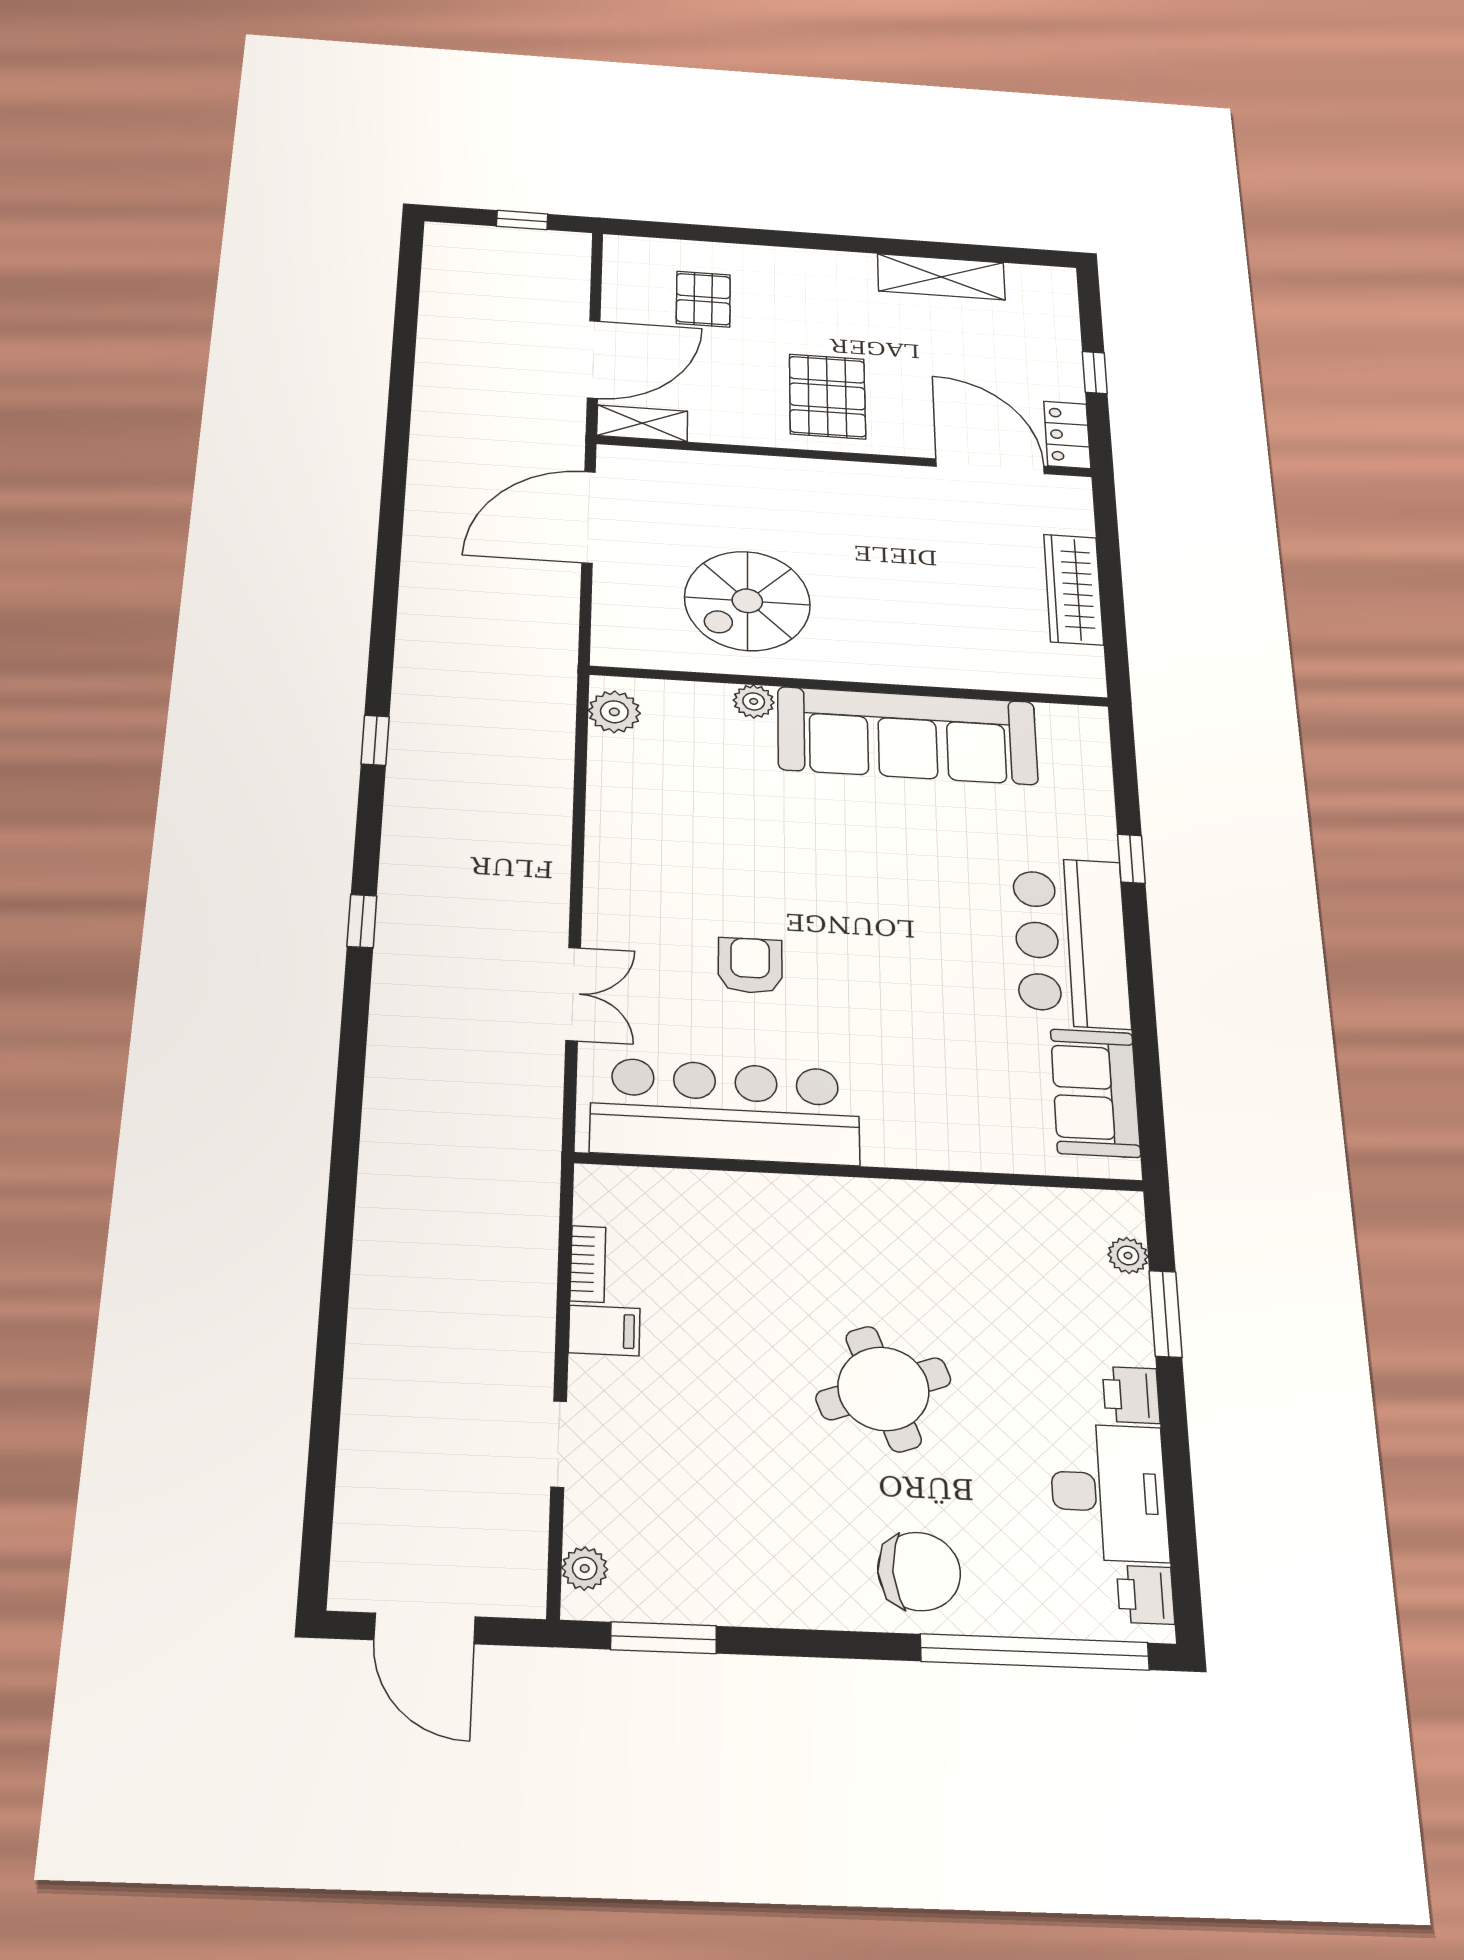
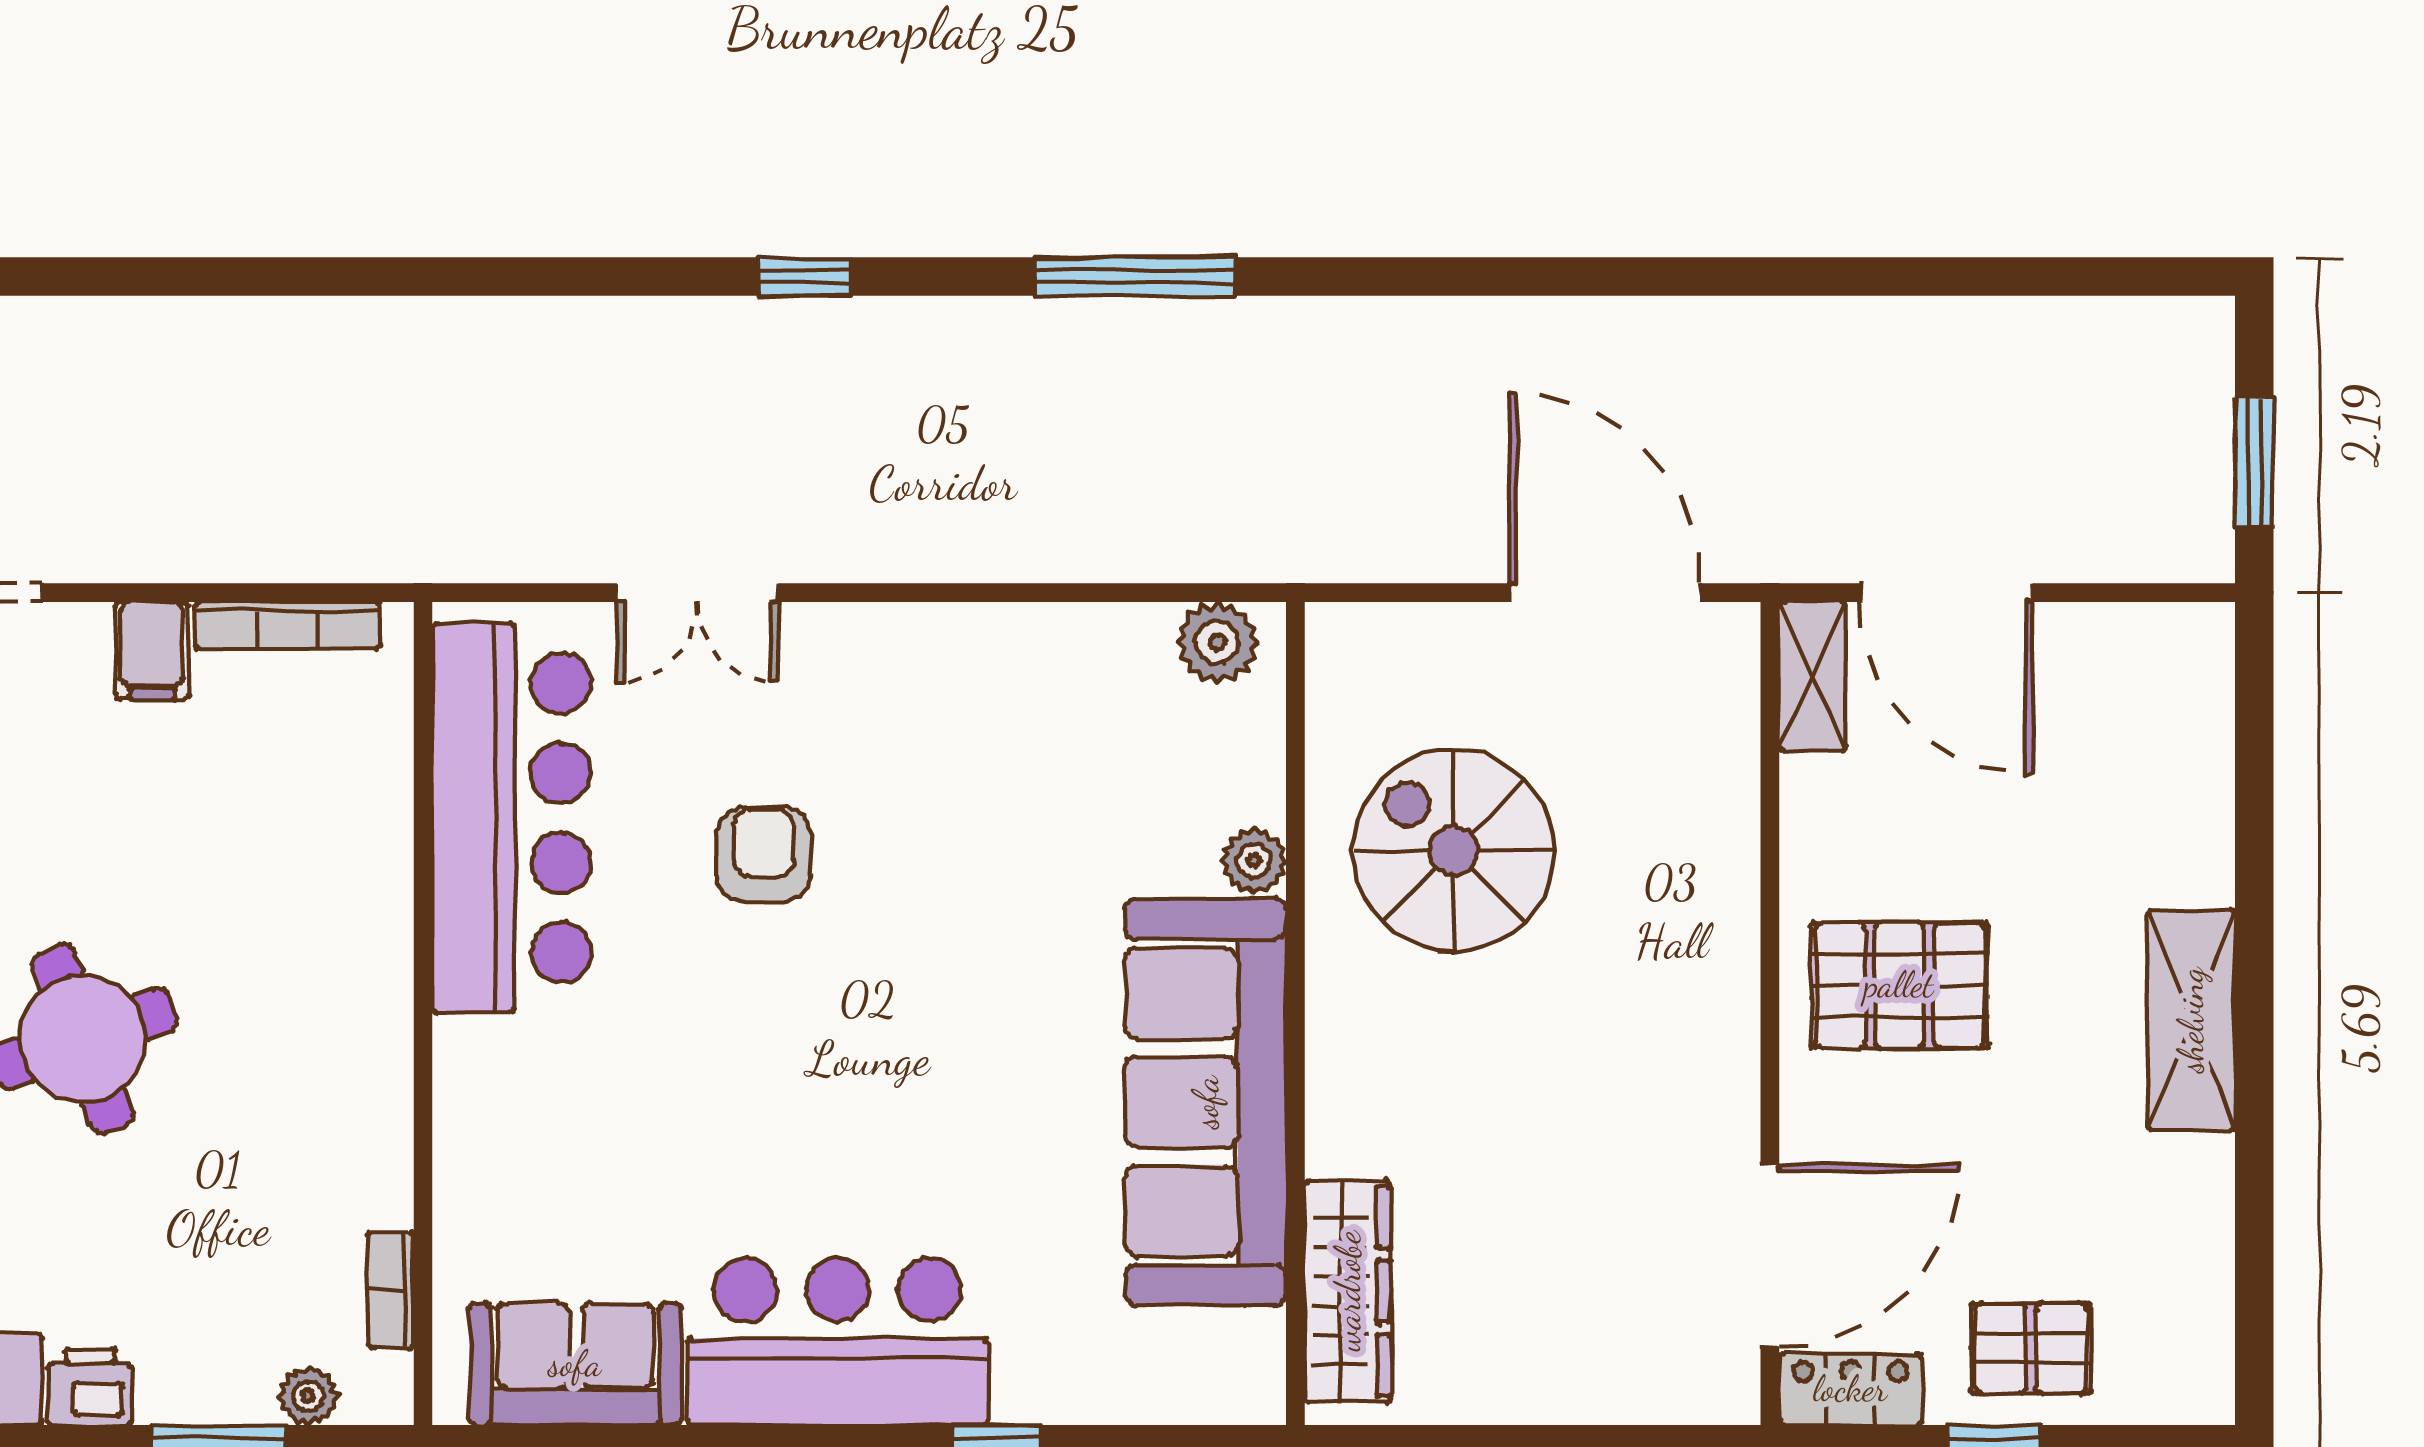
window: (522, 220) -> (2254, 462), width x1.50
shelving: (941, 277) -> (2191, 1020), moved
pallet: (703, 299) -> (2031, 1348), moved
wardrobe: (1073, 589) -> (1348, 1291), moved, turned 90
window: (375, 740) -> (1136, 277), width x2.17
armchair: (750, 966) -> (764, 854), turned -90
bookcase: (1052, 1201) -> (391, 1290), added
bookcase: (588, 1264) -> (287, 625), width x1.56

